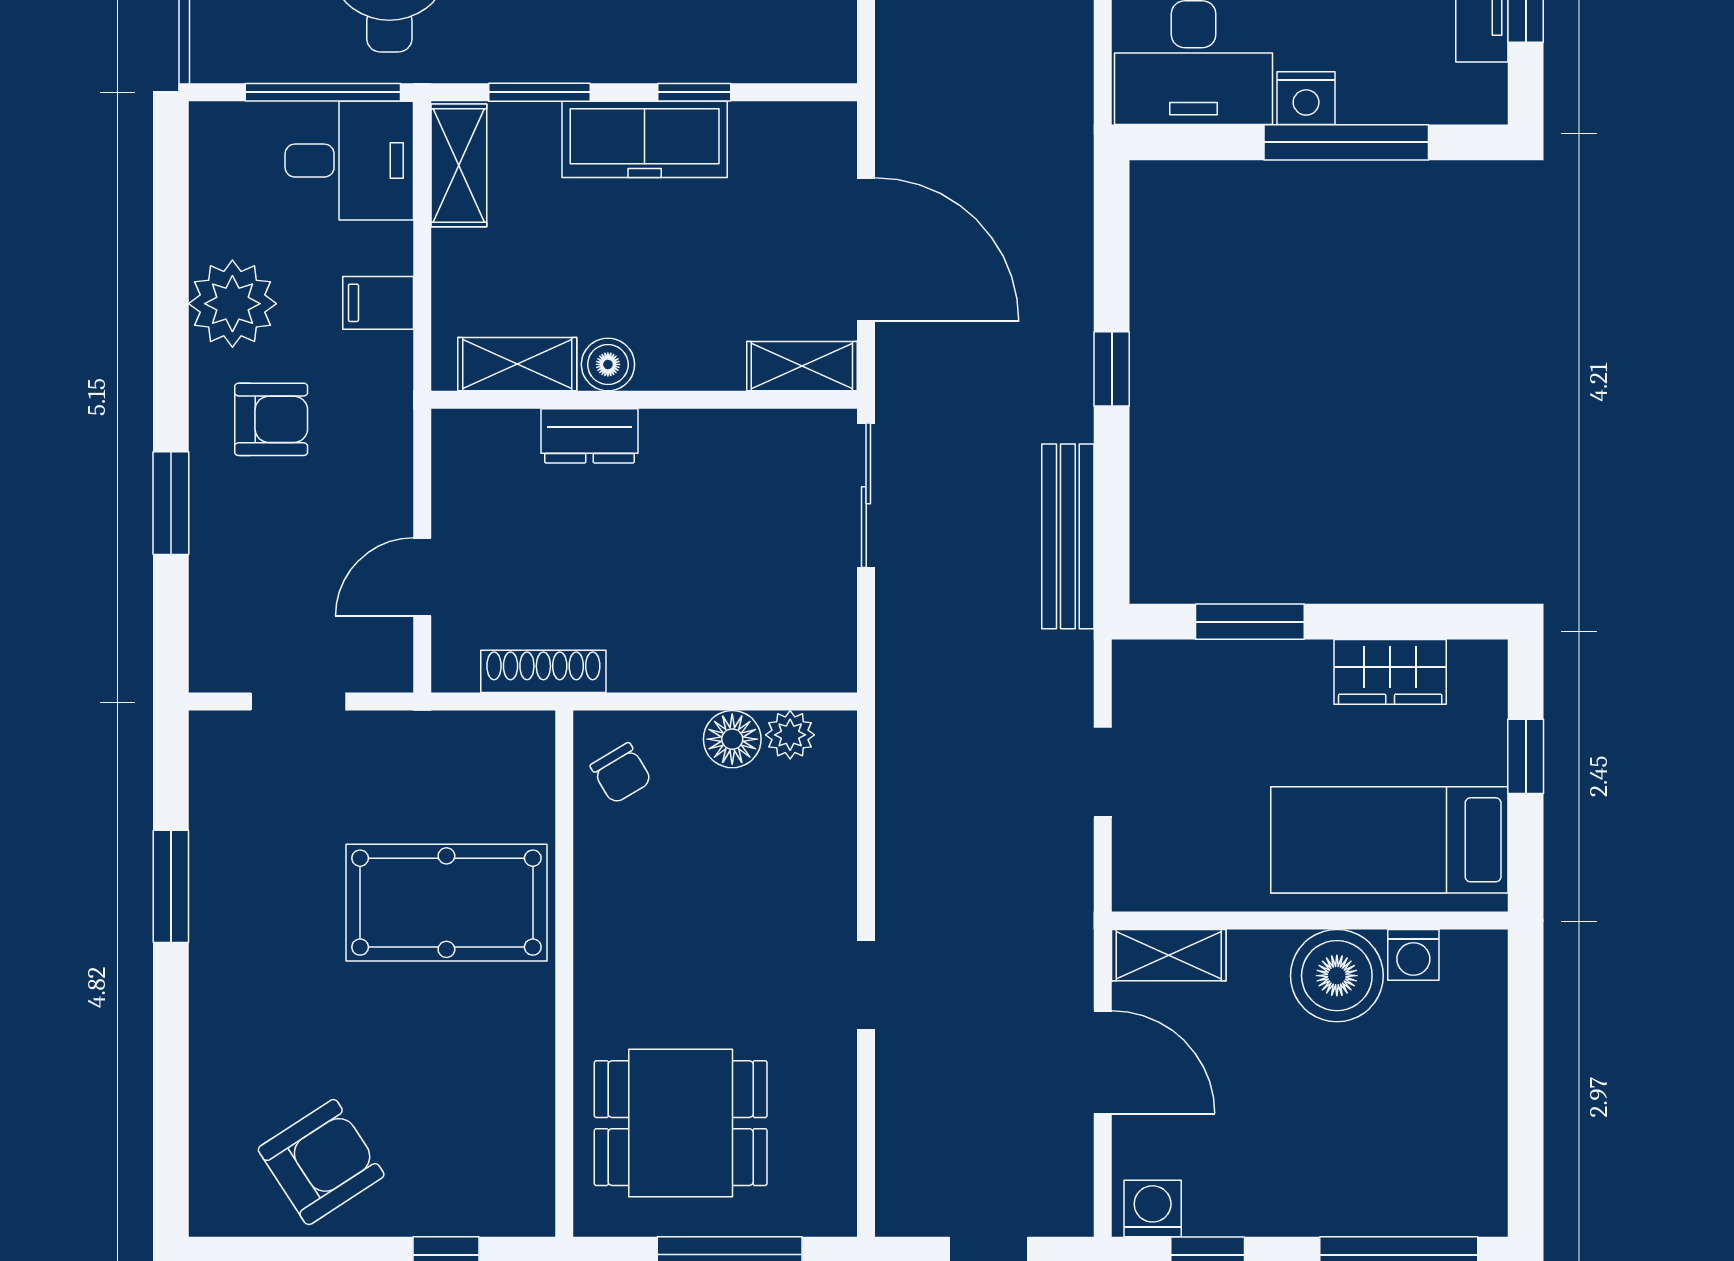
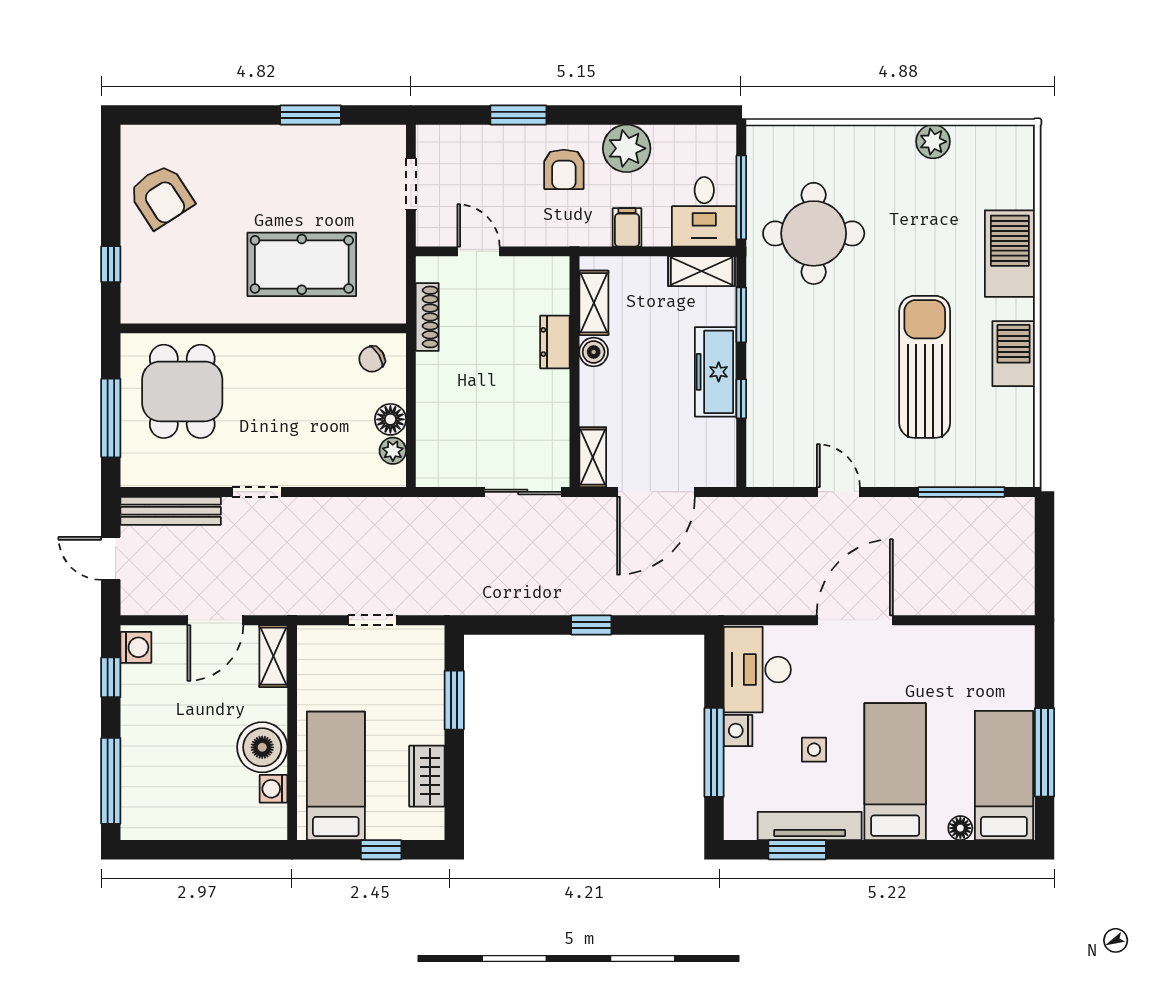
bench: (1068, 536) -> (171, 511), moved
pool table: (446, 903) -> (302, 264), turned 90

